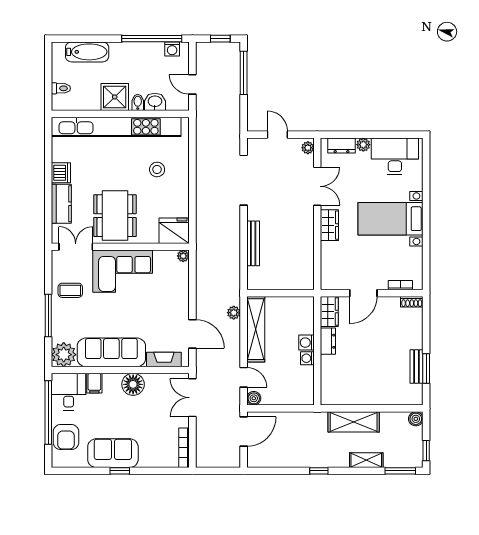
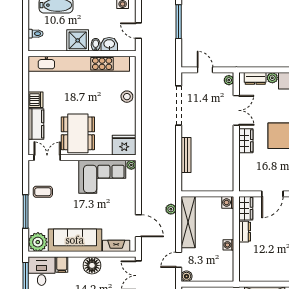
stool: (157, 169) -> (127, 97), moved
corner sofa: (123, 271) -> (102, 177), moved
washing machine: (306, 343) -> (228, 202), moved
door: (244, 377) -> (179, 260), swing flipped

